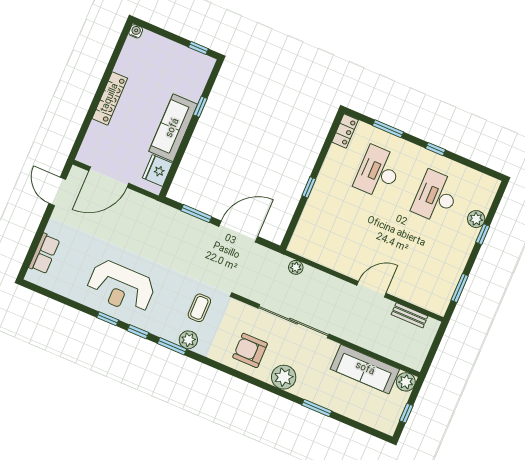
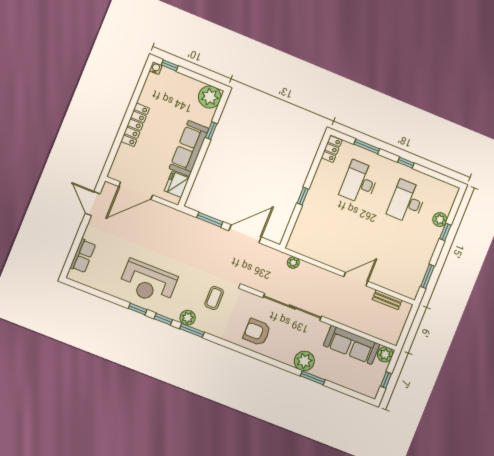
window: (198, 48) -> (170, 65), moved
plant: (199, 66) -> (210, 97), added
plant: (188, 340) -> (188, 318), moved
plant: (284, 377) -> (304, 361), moved

